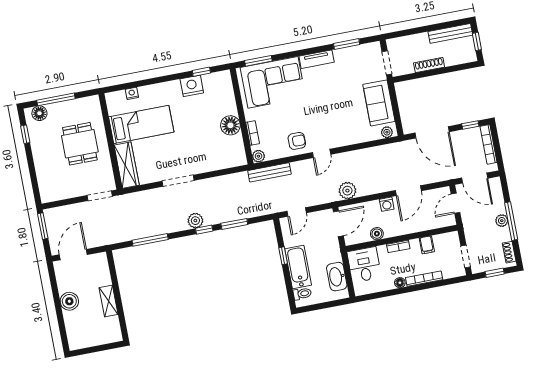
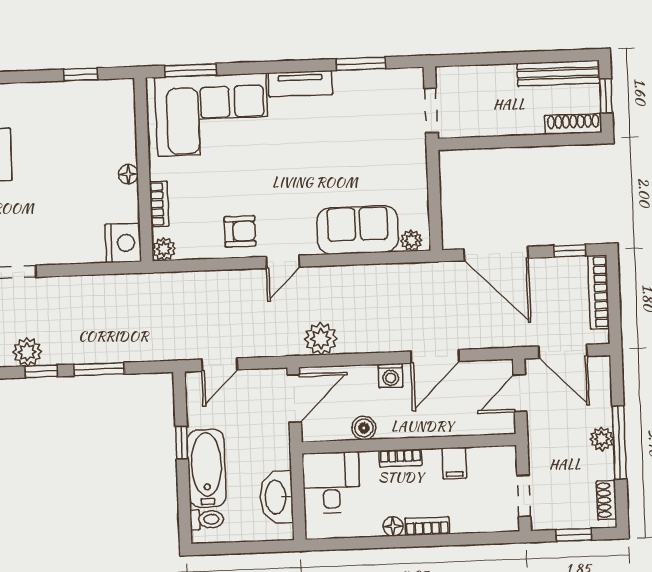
shoe rack: (429, 65) -> (573, 124), moved
nightstand: (192, 86) -> (123, 243), moved, turned 90
sofa: (379, 103) -> (358, 230), moved, turned 90
floor lamp: (230, 125) -> (128, 174), width x0.53, depth x0.53
bench: (269, 172) -> (180, 283), removed
bookcase: (424, 279) -> (427, 526), width x0.64

